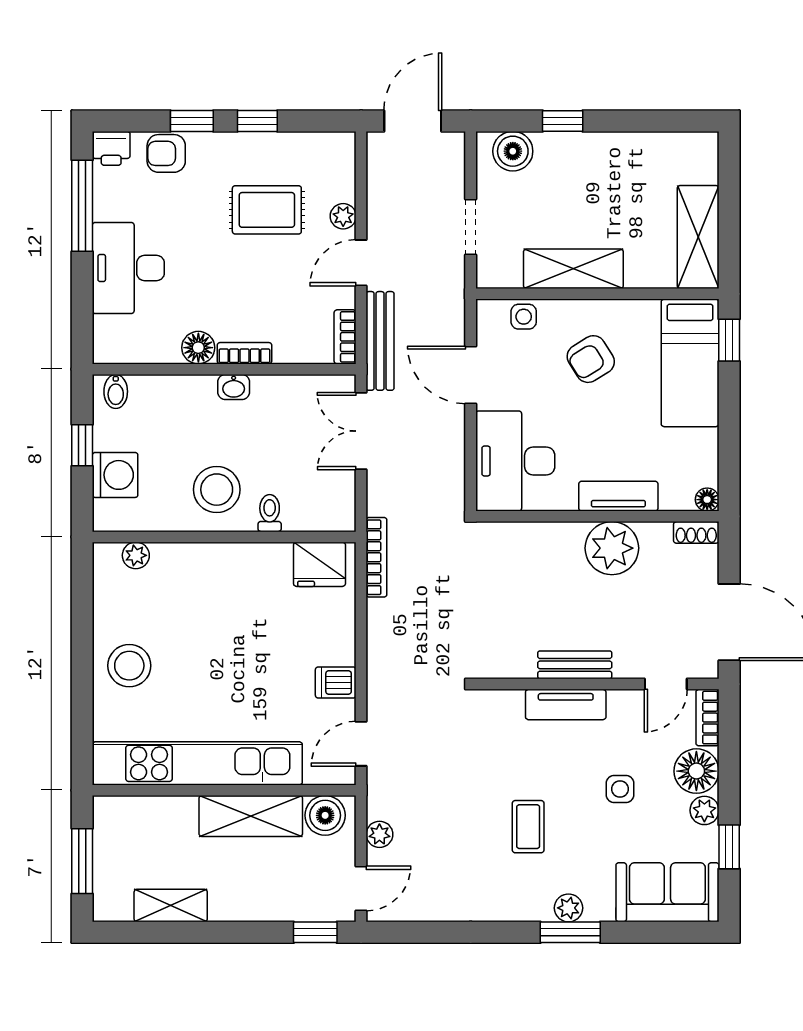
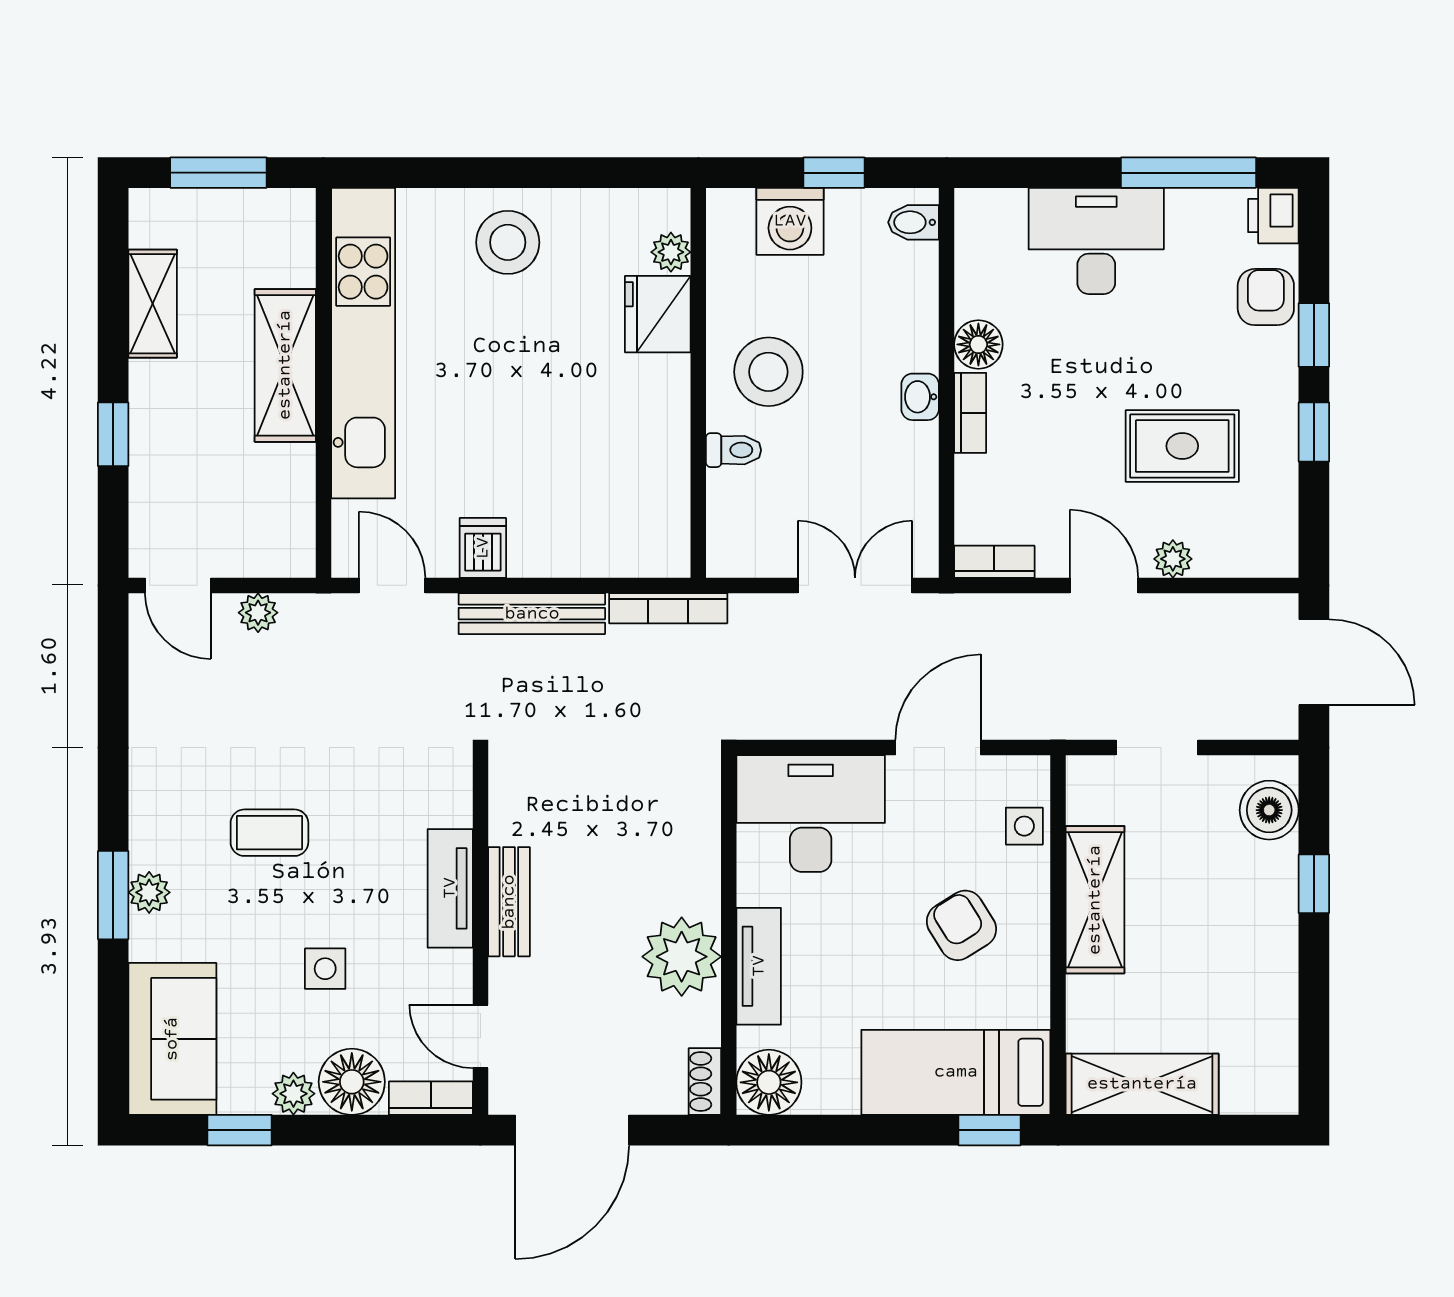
rug: (267, 210) -> (1182, 446), turned 90
bench: (380, 341) -> (532, 614), moved
floor lamp: (707, 500) -> (769, 1082), width x1.89, depth x1.89
fridge: (319, 564) -> (658, 314), moved
boiler: (325, 815) -> (286, 532), removed
shelving: (251, 816) -> (285, 365), moved
window: (315, 932) -> (113, 434), moved

